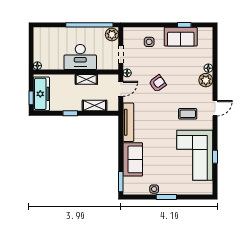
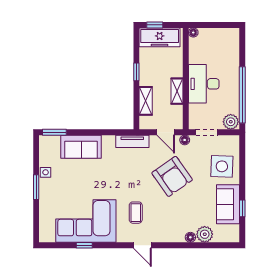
side table: (149, 42) -> (222, 166), width x1.87, depth x1.87
plant: (206, 80) -> (205, 234), moved
armchair: (158, 83) -> (172, 176), width x1.88, depth x1.88
tv unit: (128, 122) -> (132, 141), width x0.71

